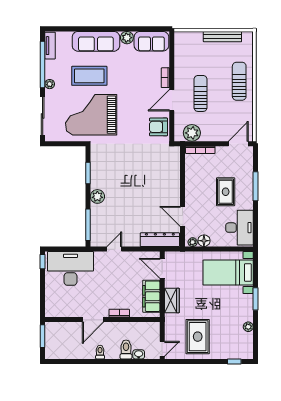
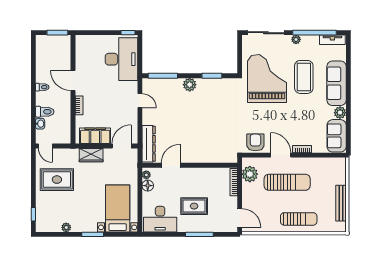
sun lounger: (201, 93) -> (287, 182), width x1.36, depth x1.34

